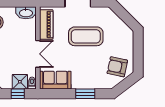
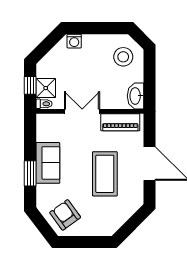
double door: (38, 54) -> (82, 111), swing flipped
armchair: (117, 67) -> (65, 215), turned -48
sofa: (55, 80) -> (48, 163), moved

